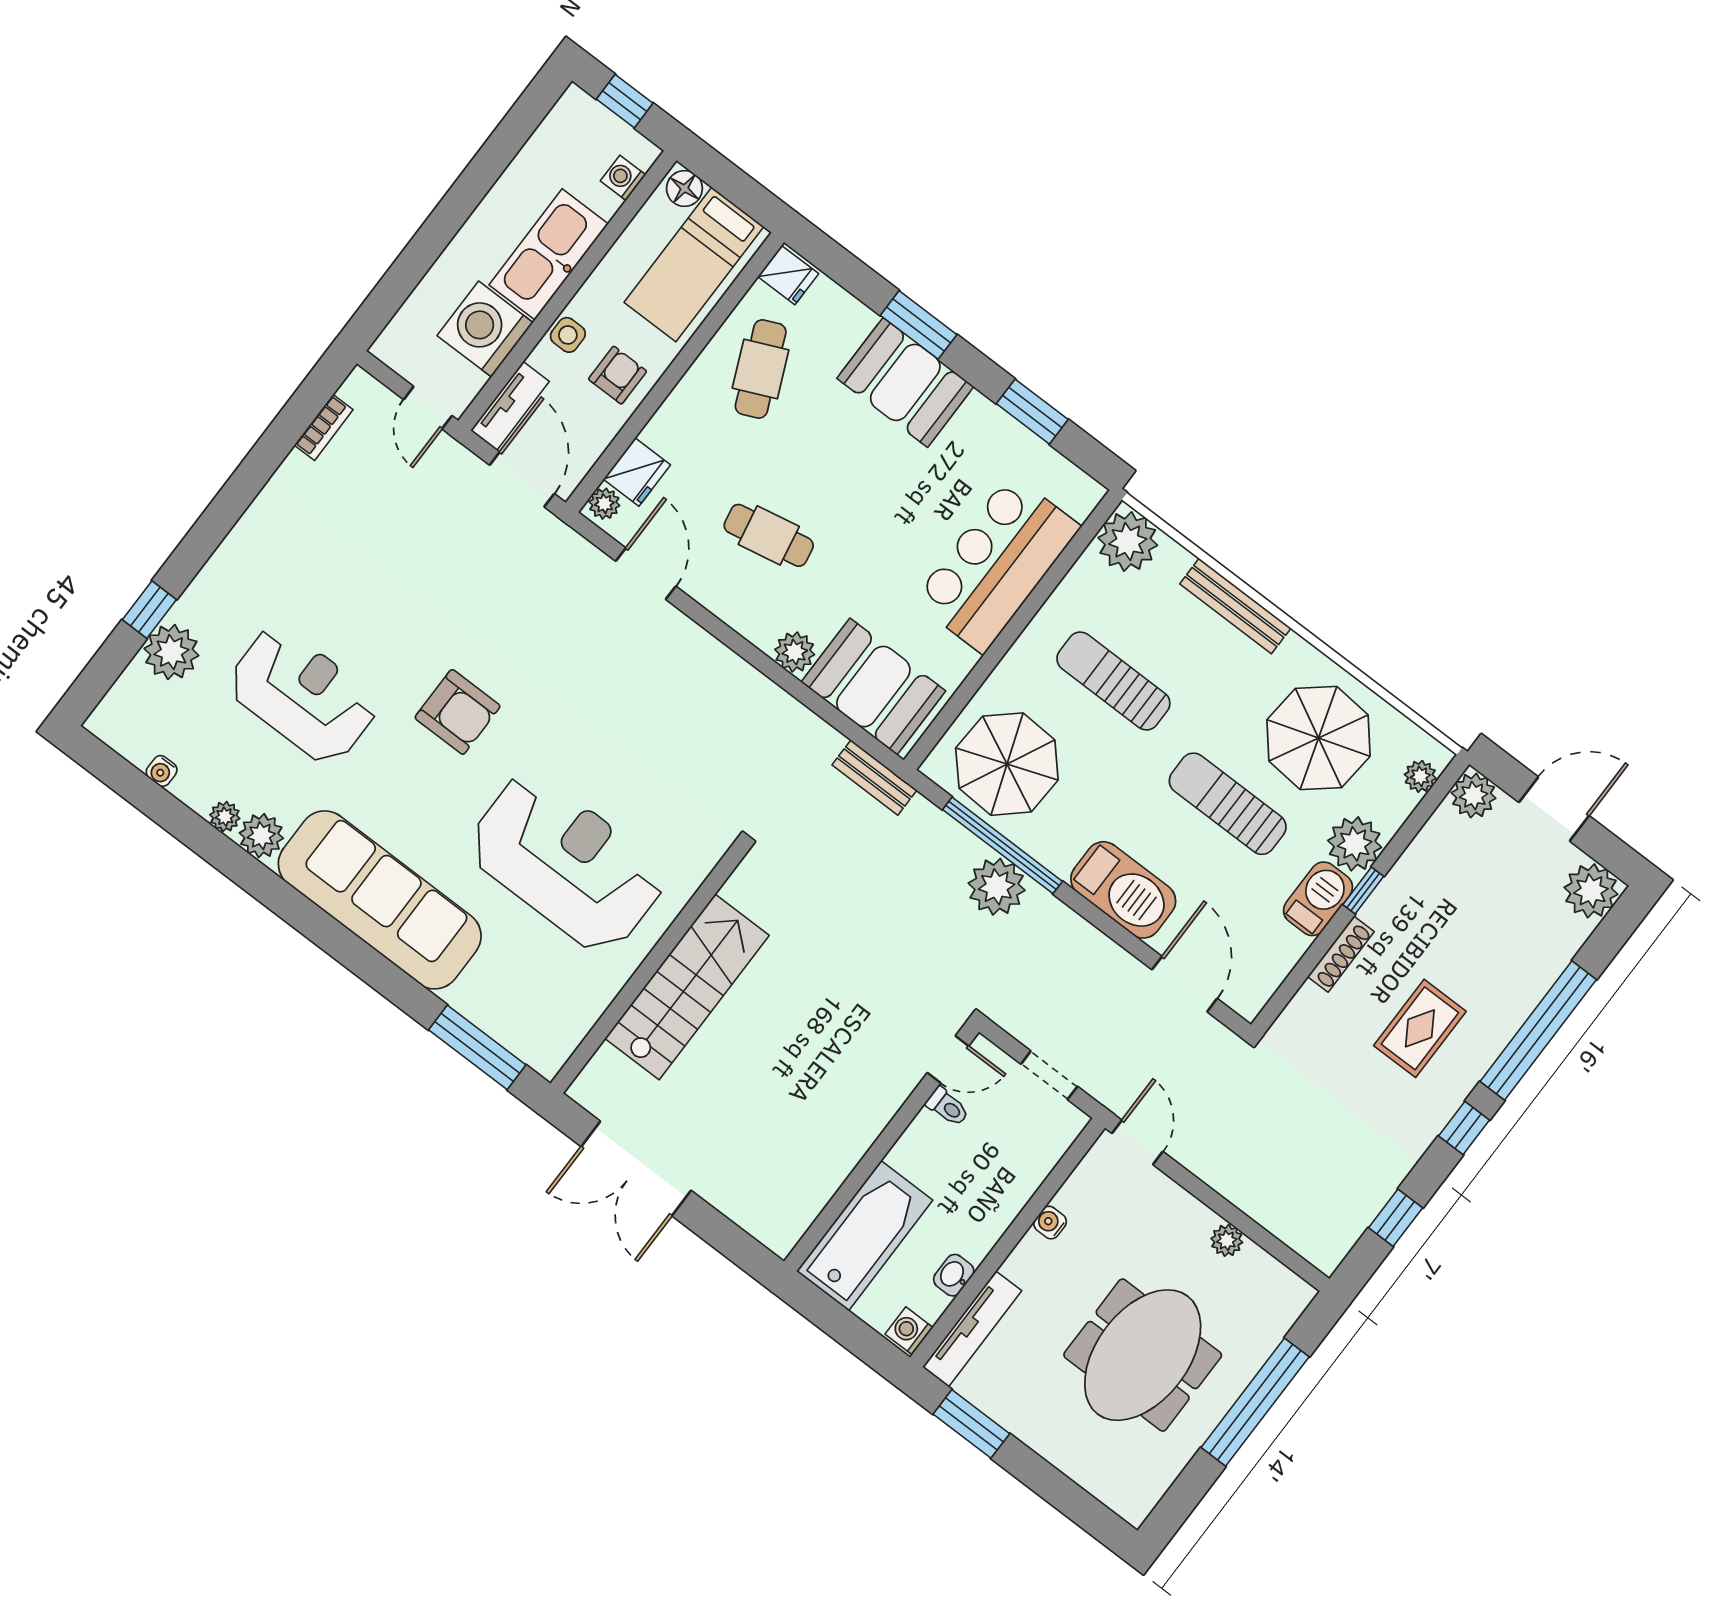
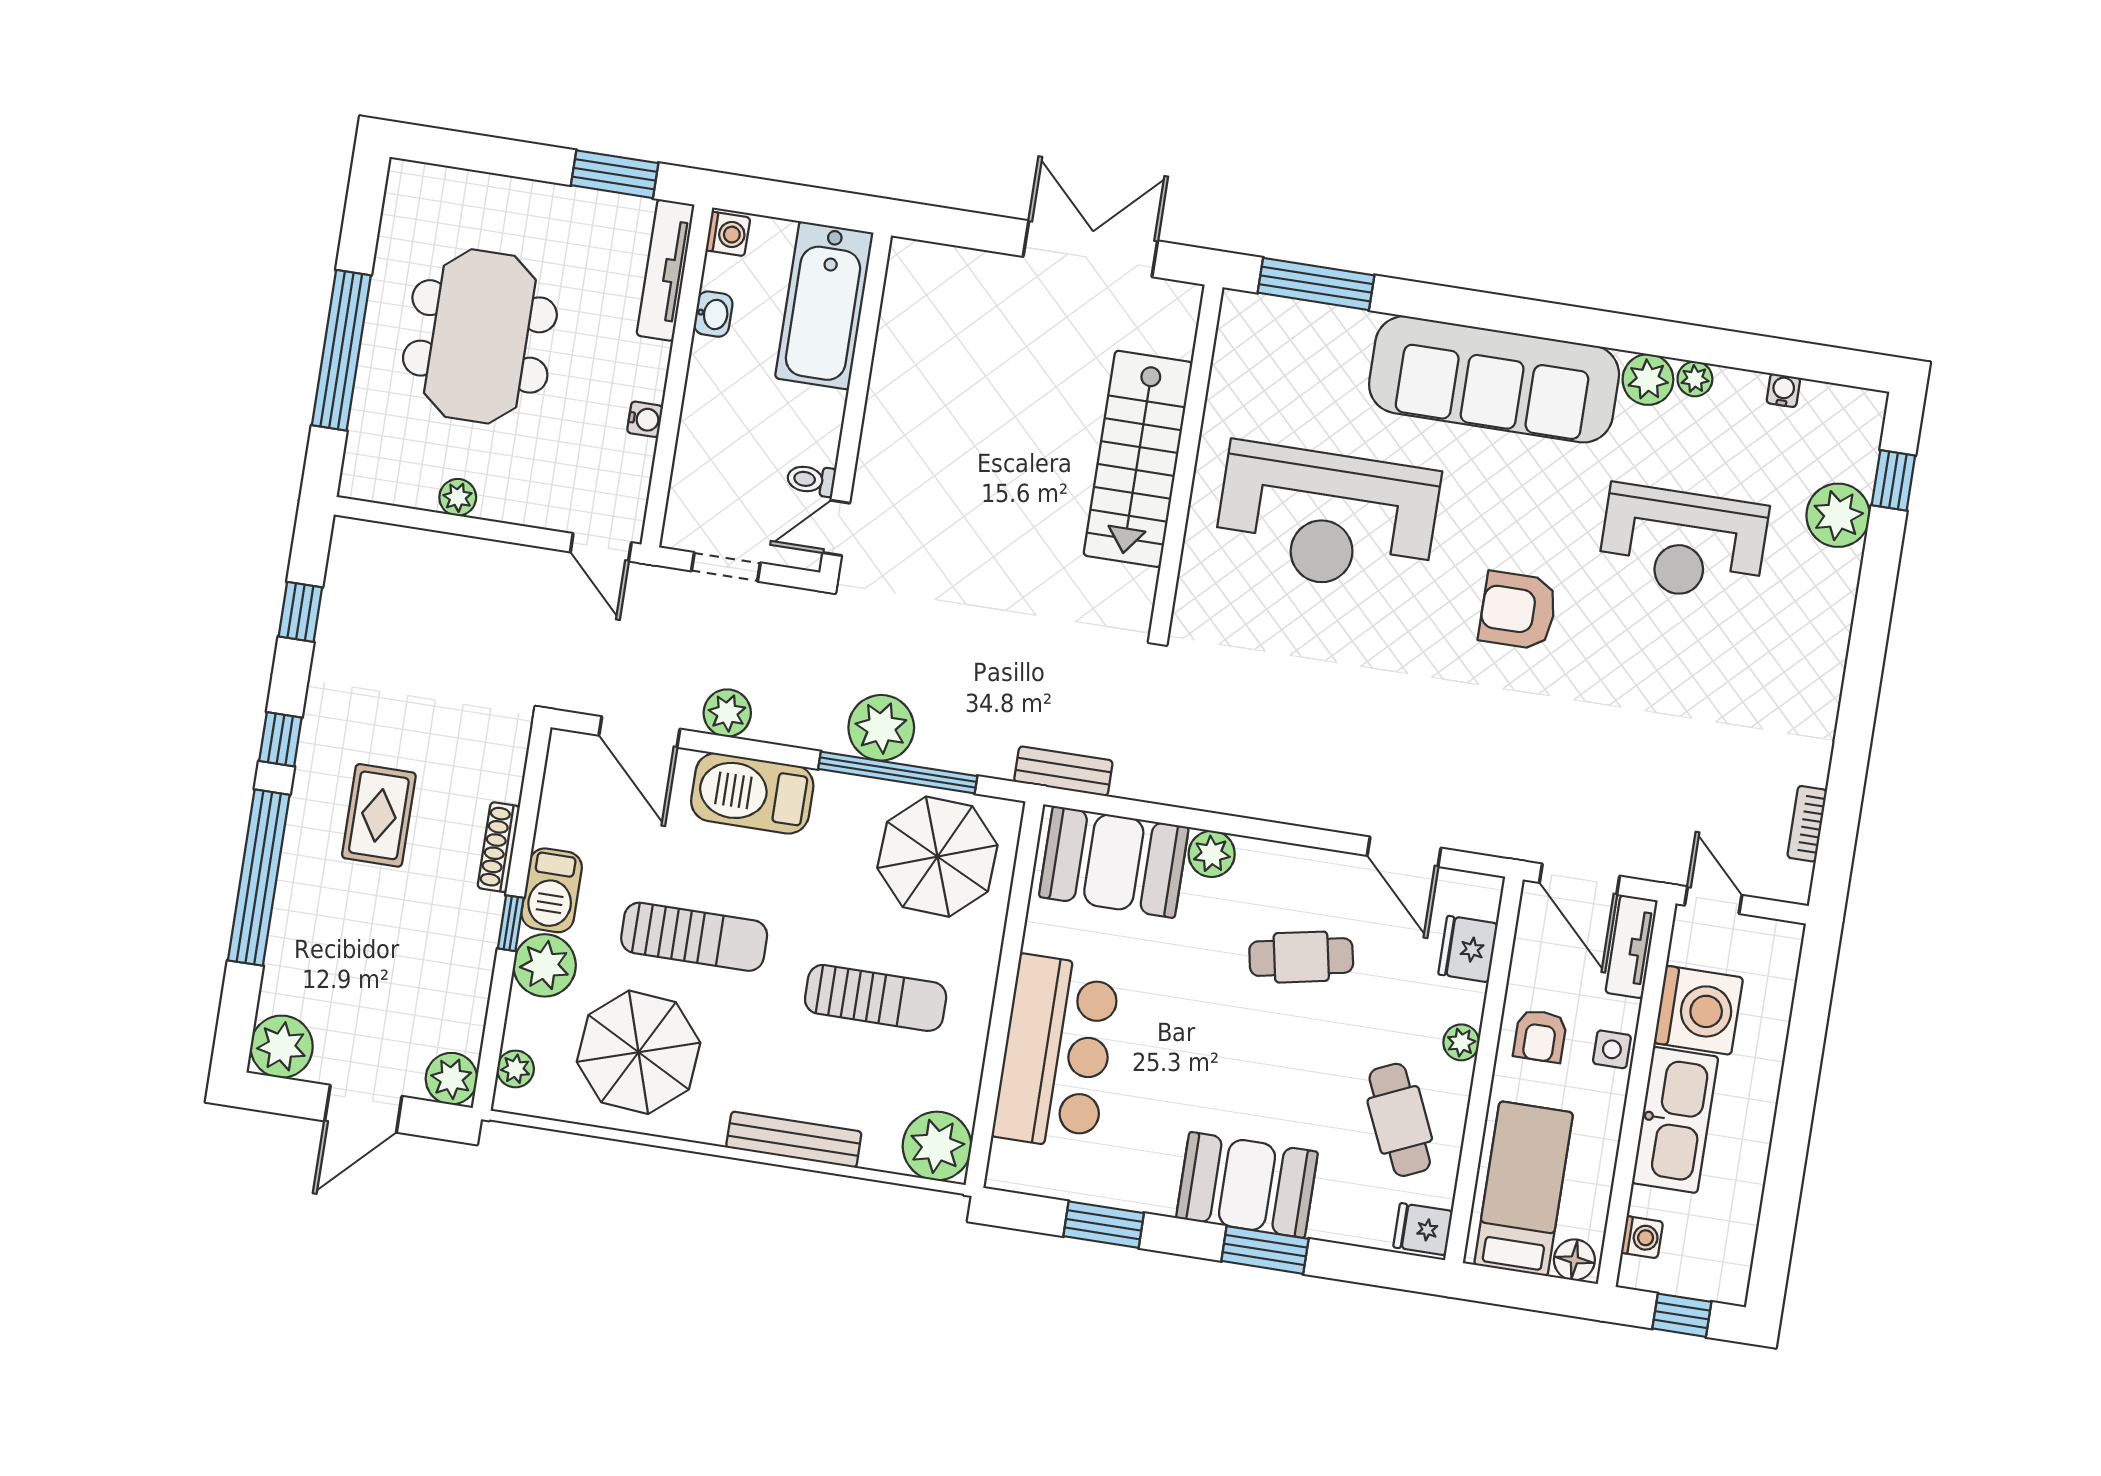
plant: (604, 504) -> (1461, 1042), moved
window: (149, 610) -> (1893, 480), moved
plant: (1109, 962) -> (727, 713), added

